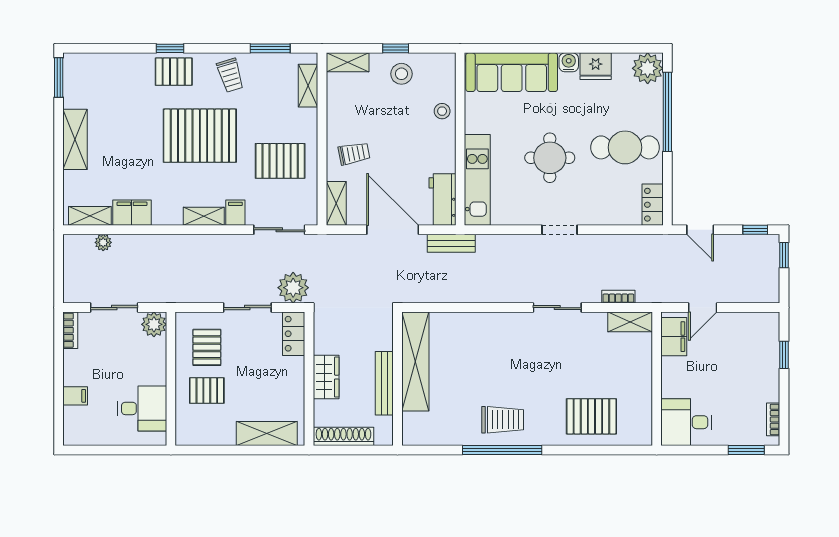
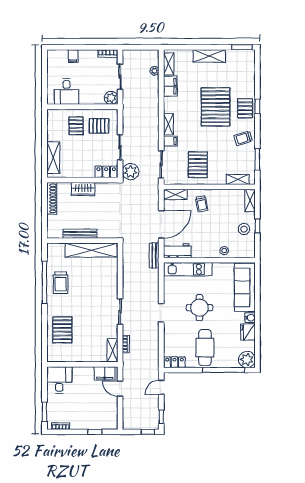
pallet: (200, 136) -> (216, 107), moved
shelving: (415, 361) -> (91, 250), moved
wall: (398, 379) -> (82, 241), moved
bench: (384, 383) -> (80, 234), moved

